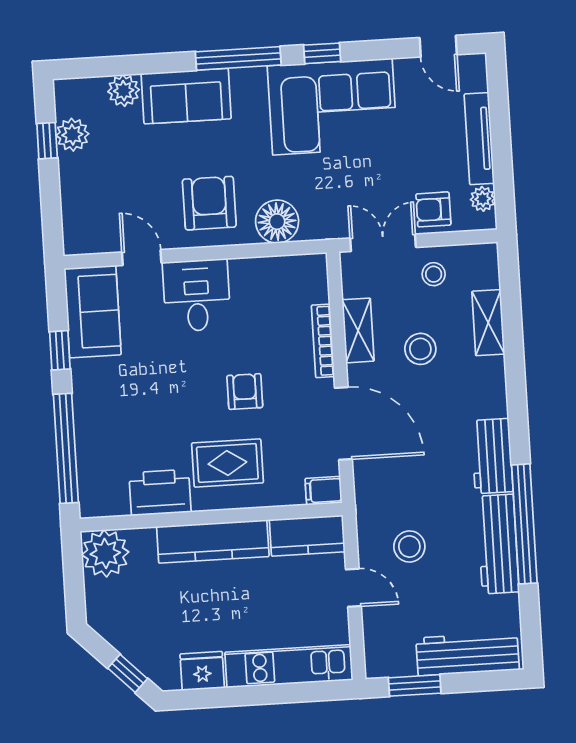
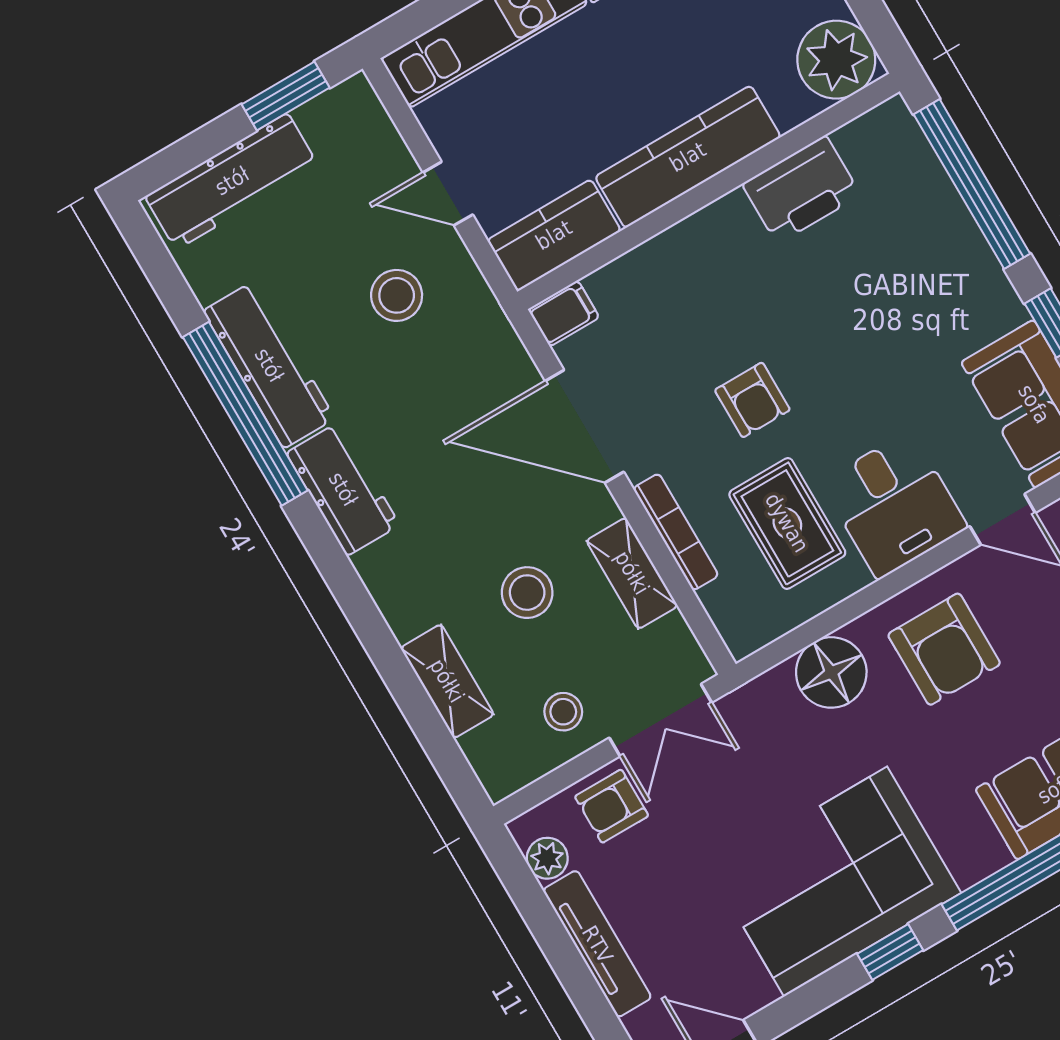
armchair: (433, 209) -> (612, 806), turned 180
rug: (227, 463) -> (787, 523), moved, turned 90

